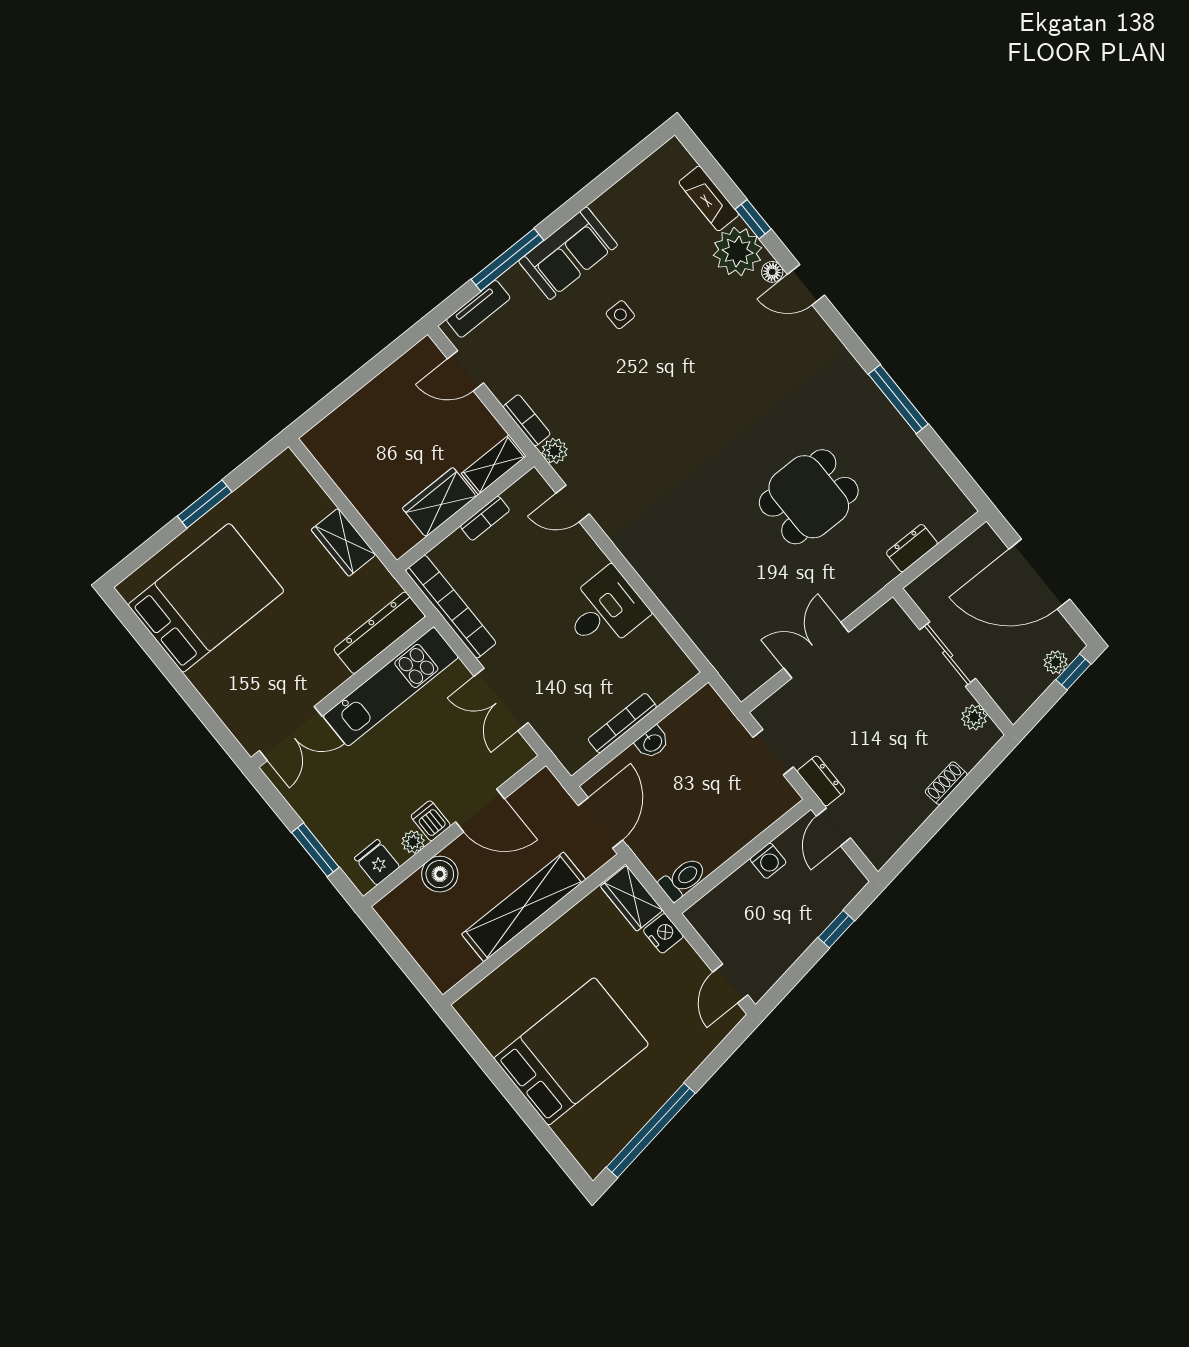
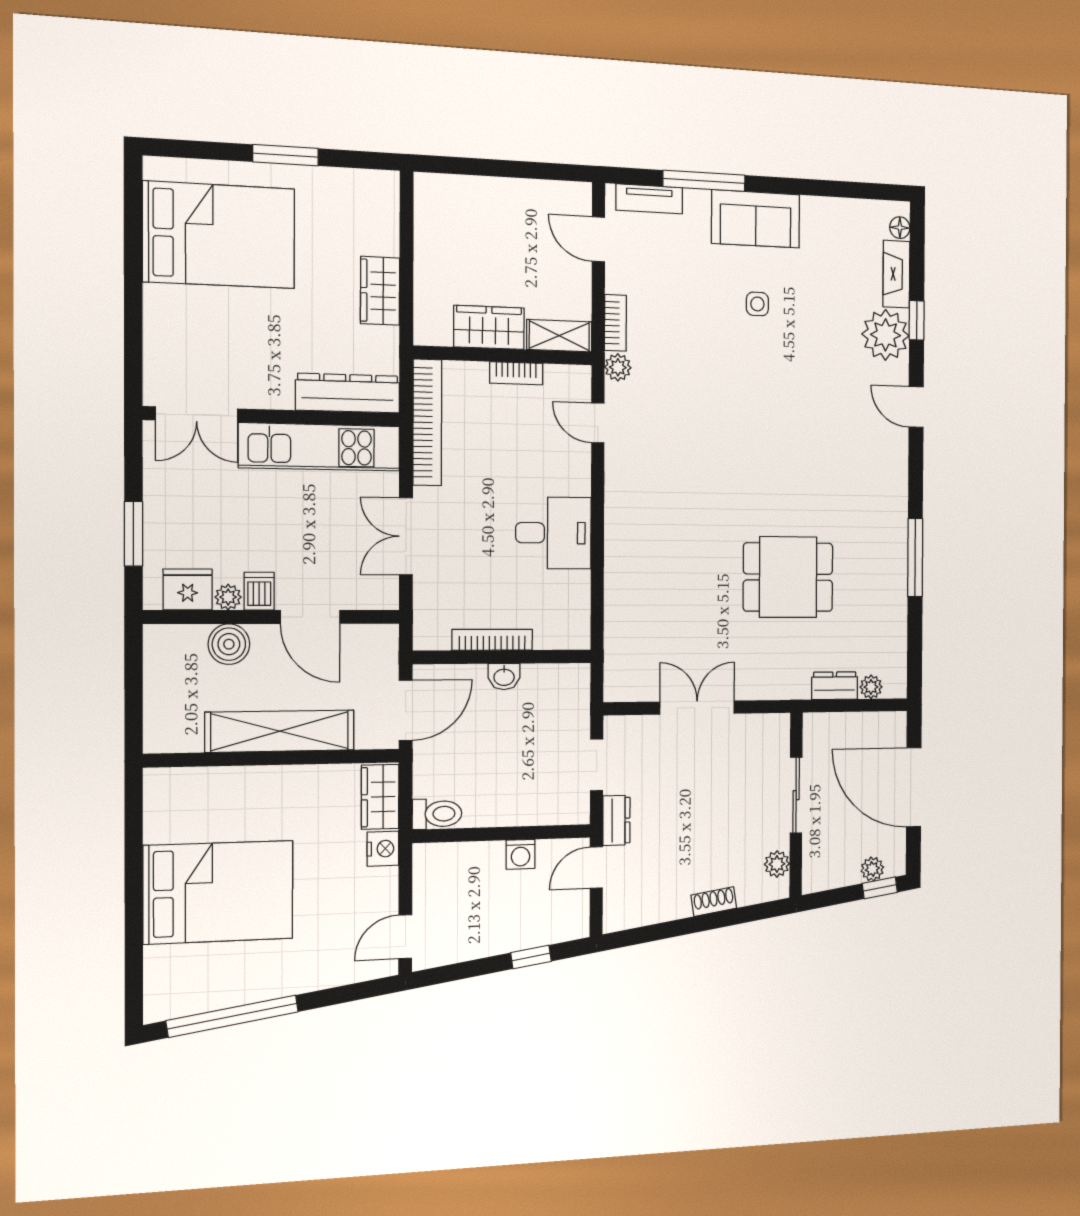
floor lamp: (772, 272) -> (900, 228), moved
plant: (942, 526) -> (871, 687), added
fridge: (377, 862) -> (188, 589), width x1.38

